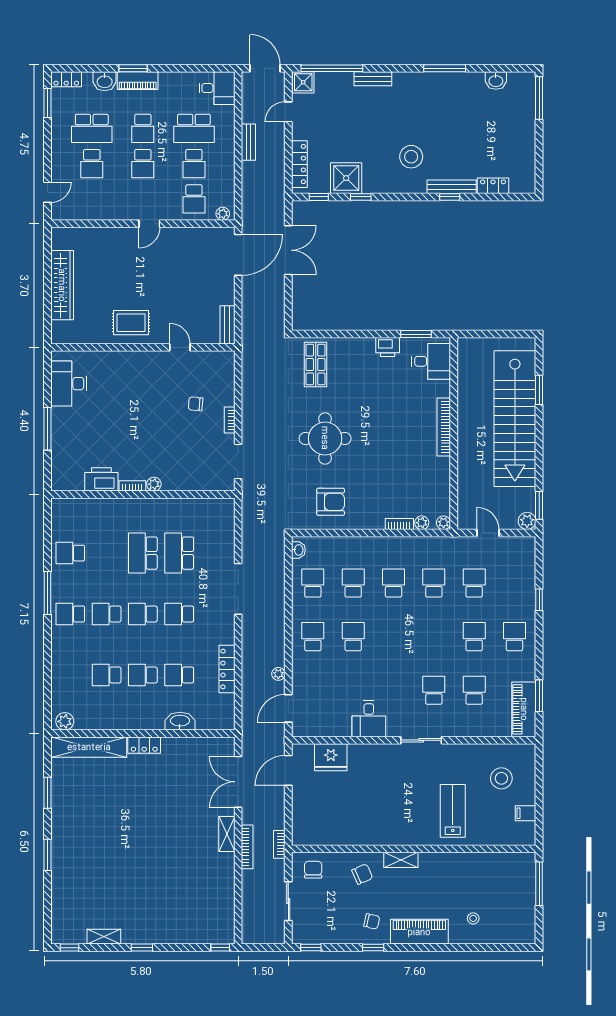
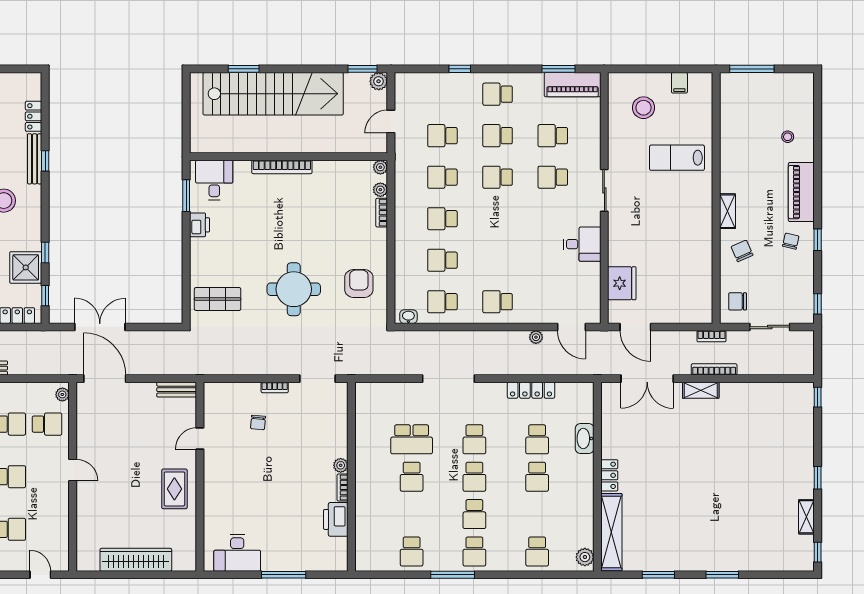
school desk: (143, 553) -> (412, 477), width x0.54
school desk: (353, 637) -> (498, 177), moved
school desk: (107, 675) -> (537, 551), moved

